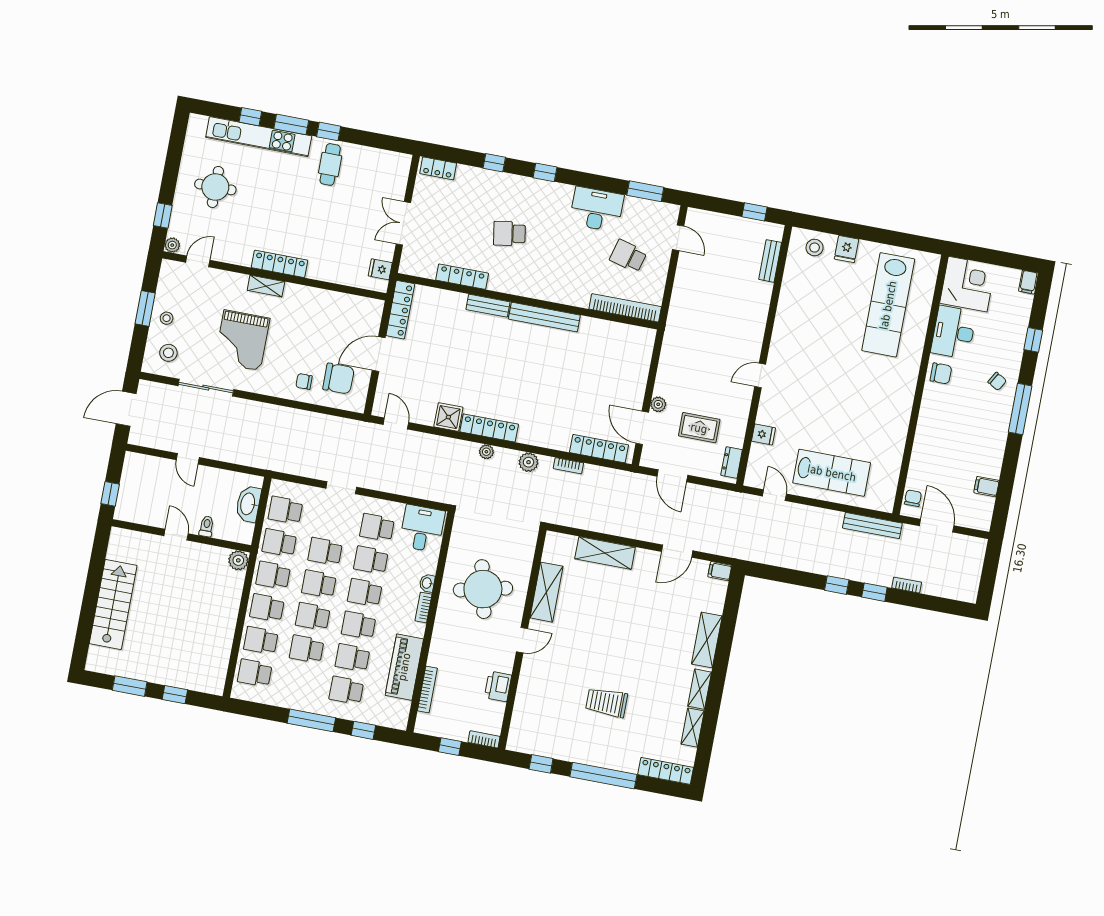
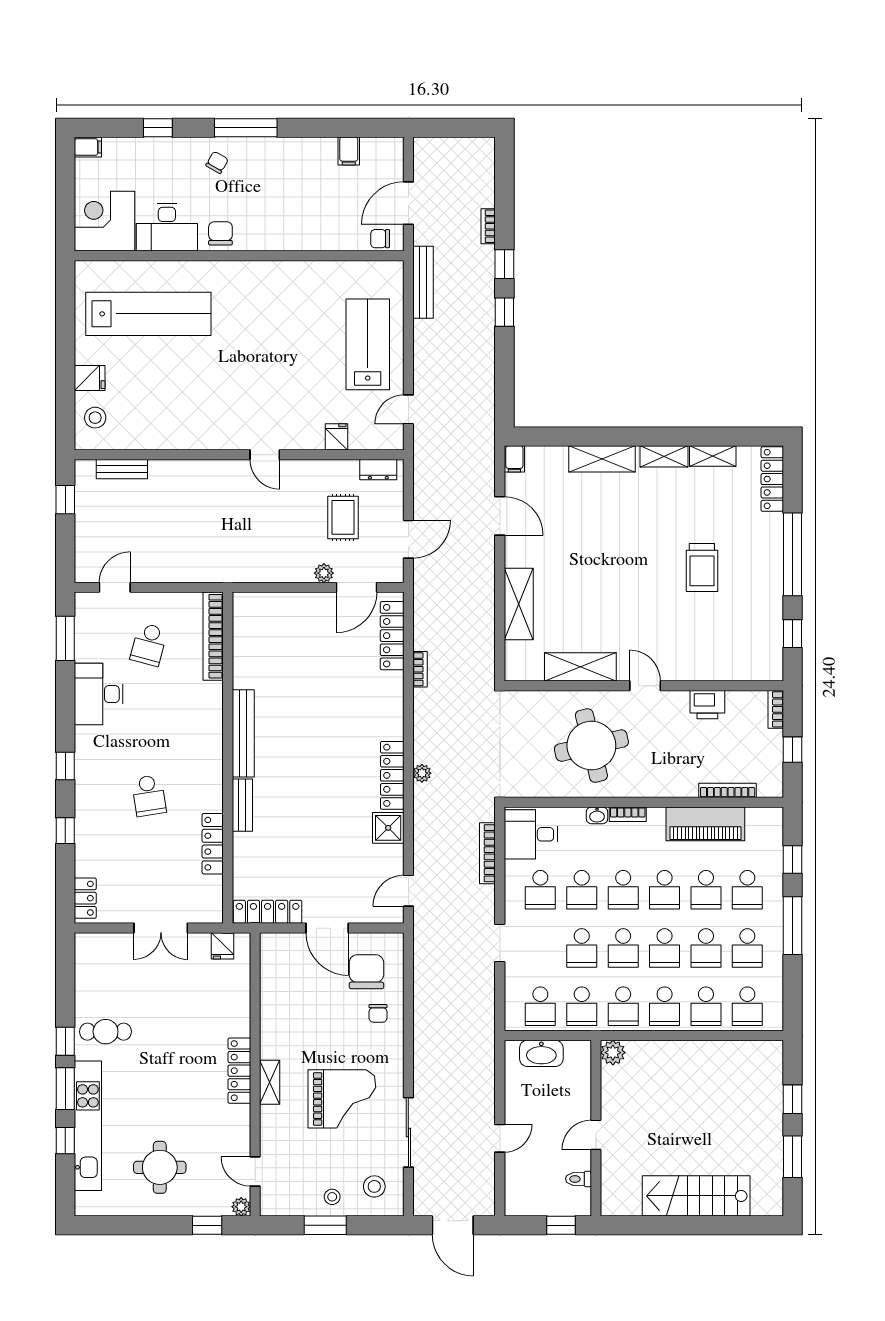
plant: (528, 462) -> (425, 719), removed
bookcase: (414, 491) -> (487, 853), added
toilet: (207, 526) -> (578, 1179), moved
school desk: (301, 682) -> (747, 948), added

